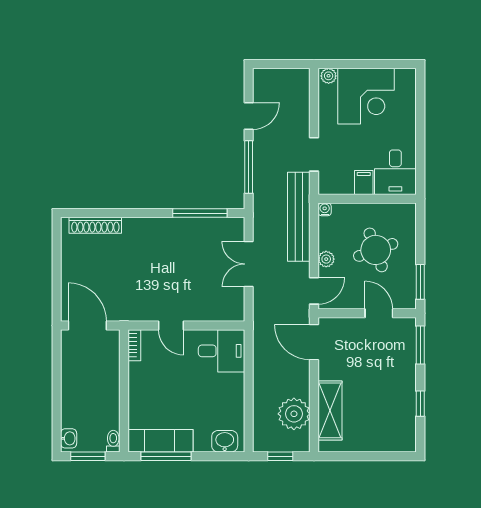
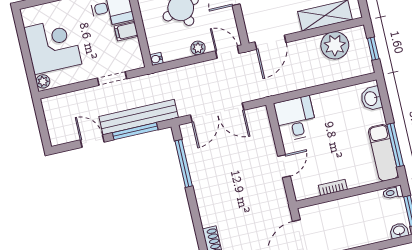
bench: (299, 217) -> (139, 117), moved
double door: (249, 264) -> (217, 112), width x1.37
bookcase: (134, 345) -> (333, 187), moved

